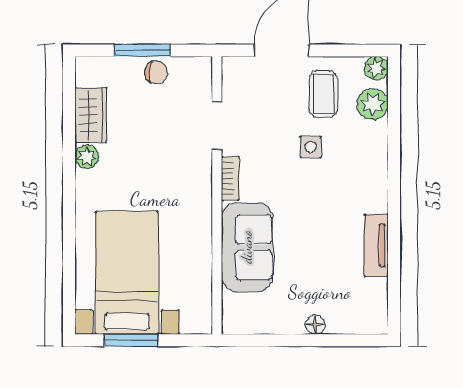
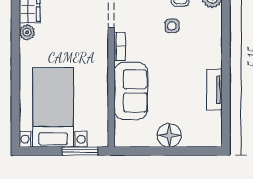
floor lamp: (315, 325) -> (169, 135), width x1.89, depth x1.89
window: (131, 340) -> (80, 151), moved

